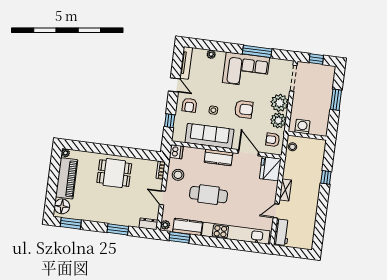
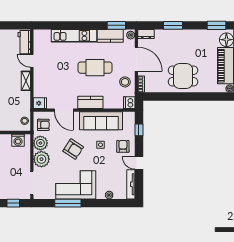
armchair: (244, 109) -> (73, 149), turned -147
fridge: (270, 169) -> (40, 103), width x0.53, depth x0.75
door: (162, 198) -> (136, 59), width x1.87
door: (276, 211) -> (32, 61), swing flipped
kitchen unit: (236, 233) -> (74, 36), width x0.73

